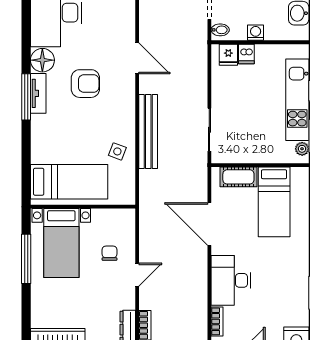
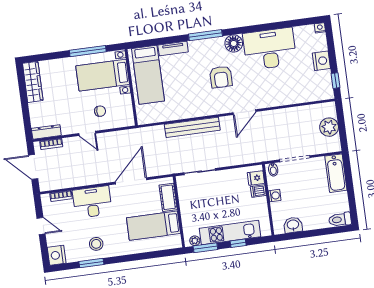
tv unit: (38, 93) -> (173, 48), moved
side table: (117, 151) -> (175, 107), removed
stool: (288, 283) -> (96, 244), added

